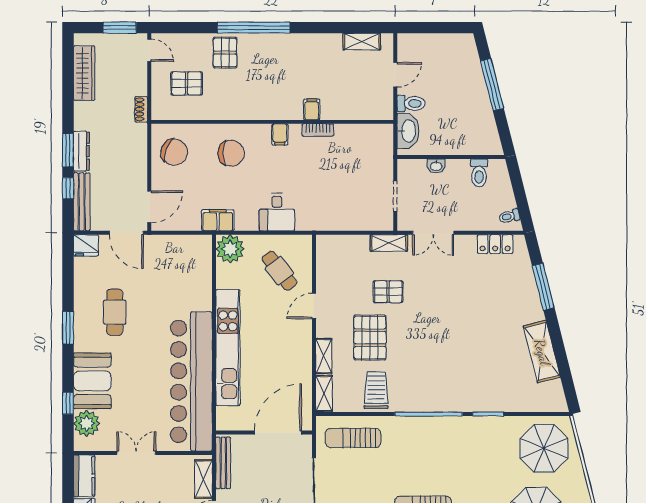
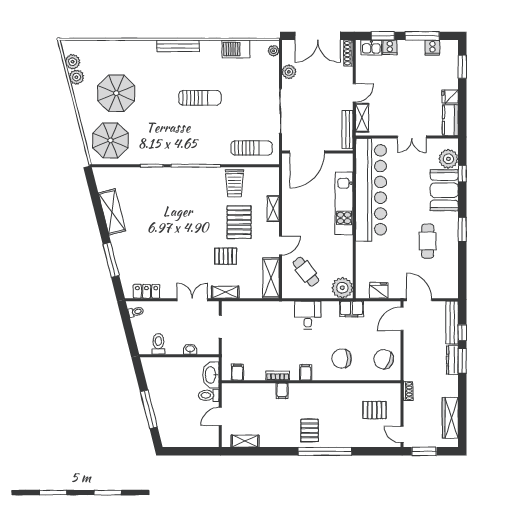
pallet: (225, 53) -> (310, 430), moved
filing cabinet: (372, 135) -> (237, 372), added
fridge: (86, 245) -> (379, 290), moved
kitchen unit: (228, 348) -> (344, 203), width x0.73
shelving: (324, 394) -> (271, 278), moved, width x1.50, depth x1.33

